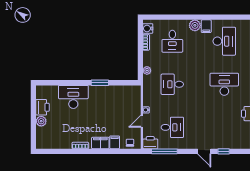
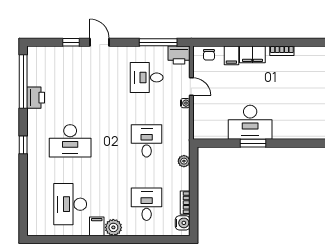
desk: (172, 84) -> (147, 141), turned -90
desk: (73, 97) -> (250, 122), moved
door: (142, 121) -> (191, 87), hinge flipped

